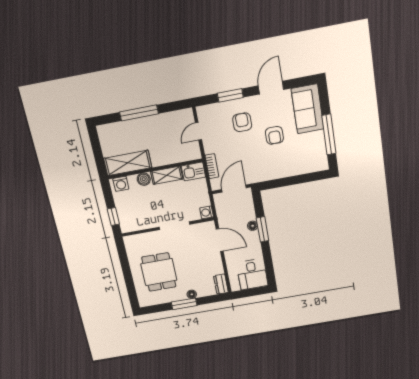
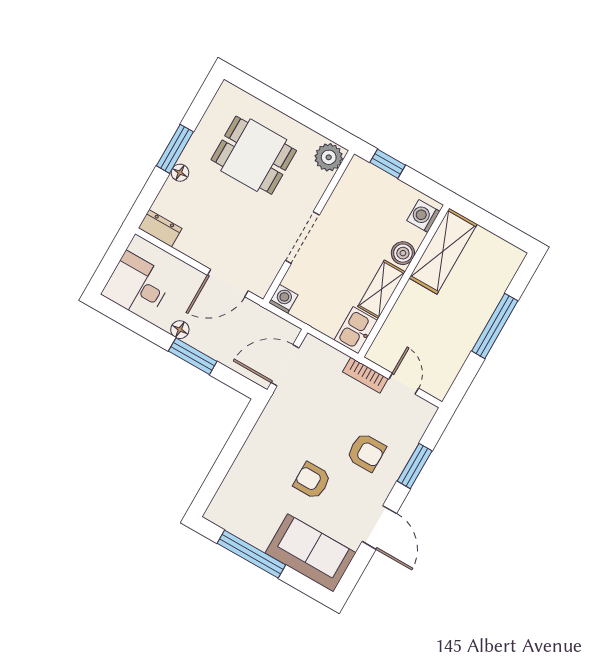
bookcase: (212, 166) -> (365, 375), moved
door: (234, 189) -> (285, 365), swing flipped
floor lamp: (253, 226) -> (180, 330), moved
plant: (133, 242) -> (329, 157), added

